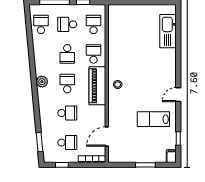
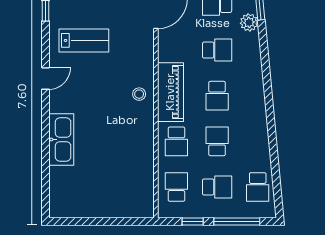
school desk: (94, 24) -> (176, 187), turned 180
kitchen sink: (168, 31) -> (61, 139), moved
plant: (42, 82) -> (249, 22), moved
school desk: (67, 113) -> (217, 50), turned 180

